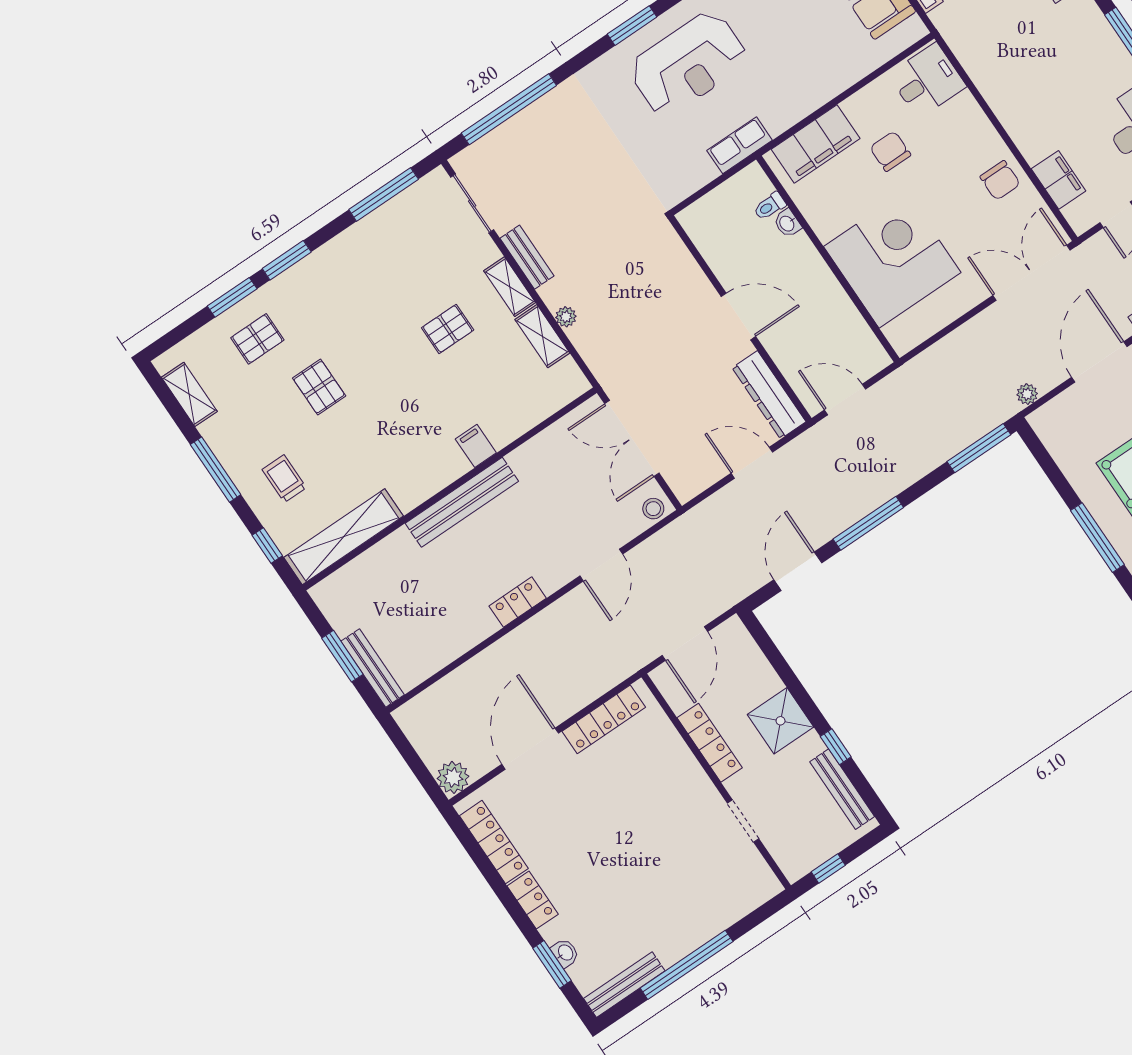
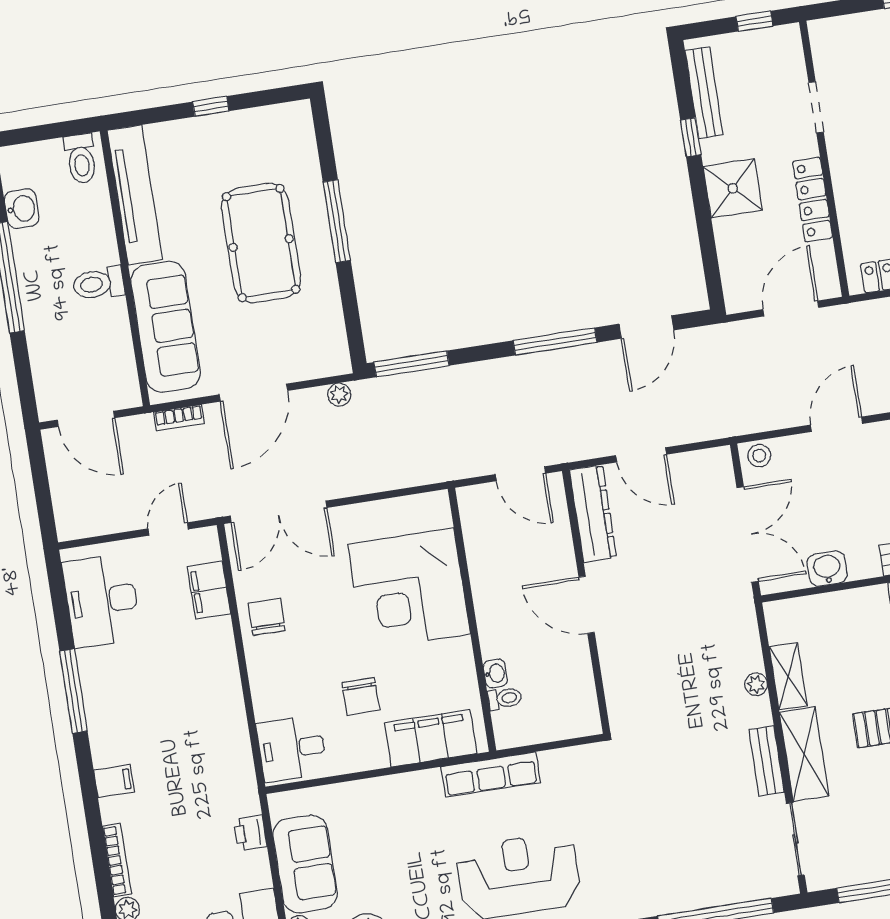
row of seats: (740, 145) -> (491, 775), width x1.48
shelving: (510, 287) -> (804, 754), width x1.50, depth x1.33
washbasin: (552, 441) -> (827, 569), added

